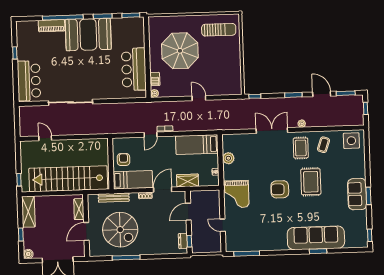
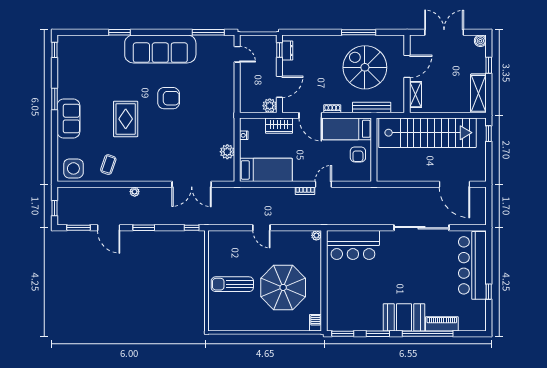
sun lounger: (219, 30) -> (232, 284), moved
booth: (88, 34) -> (404, 317), width x0.73, depth x0.70
bar counter: (134, 69) -> (353, 245), moved, turned 90
barbecue: (155, 79) -> (315, 323), moved
bar counter: (29, 81) -> (472, 265), width x1.36
double door: (272, 131) -> (192, 184), moved
door: (45, 138) -> (454, 184), width x1.88
rug: (301, 148) -> (137, 161), removed
armchair: (280, 189) -> (169, 98), moved
door: (163, 190) -> (310, 115), hinge flipped
grand piano: (237, 194) -> (218, 107), removed
sofa: (357, 194) -> (68, 119), moved
plant: (196, 196) -> (270, 106), added
door: (223, 225) -> (237, 54), moved
sofa: (316, 238) -> (160, 49), moved

